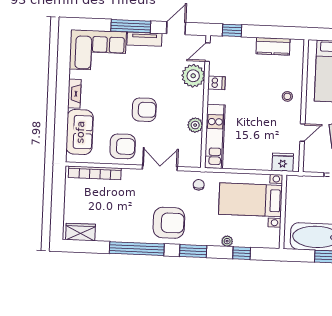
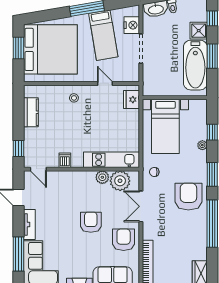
window: (131, 26) -> (18, 254), moved
plant: (193, 76) -> (120, 181), moved

